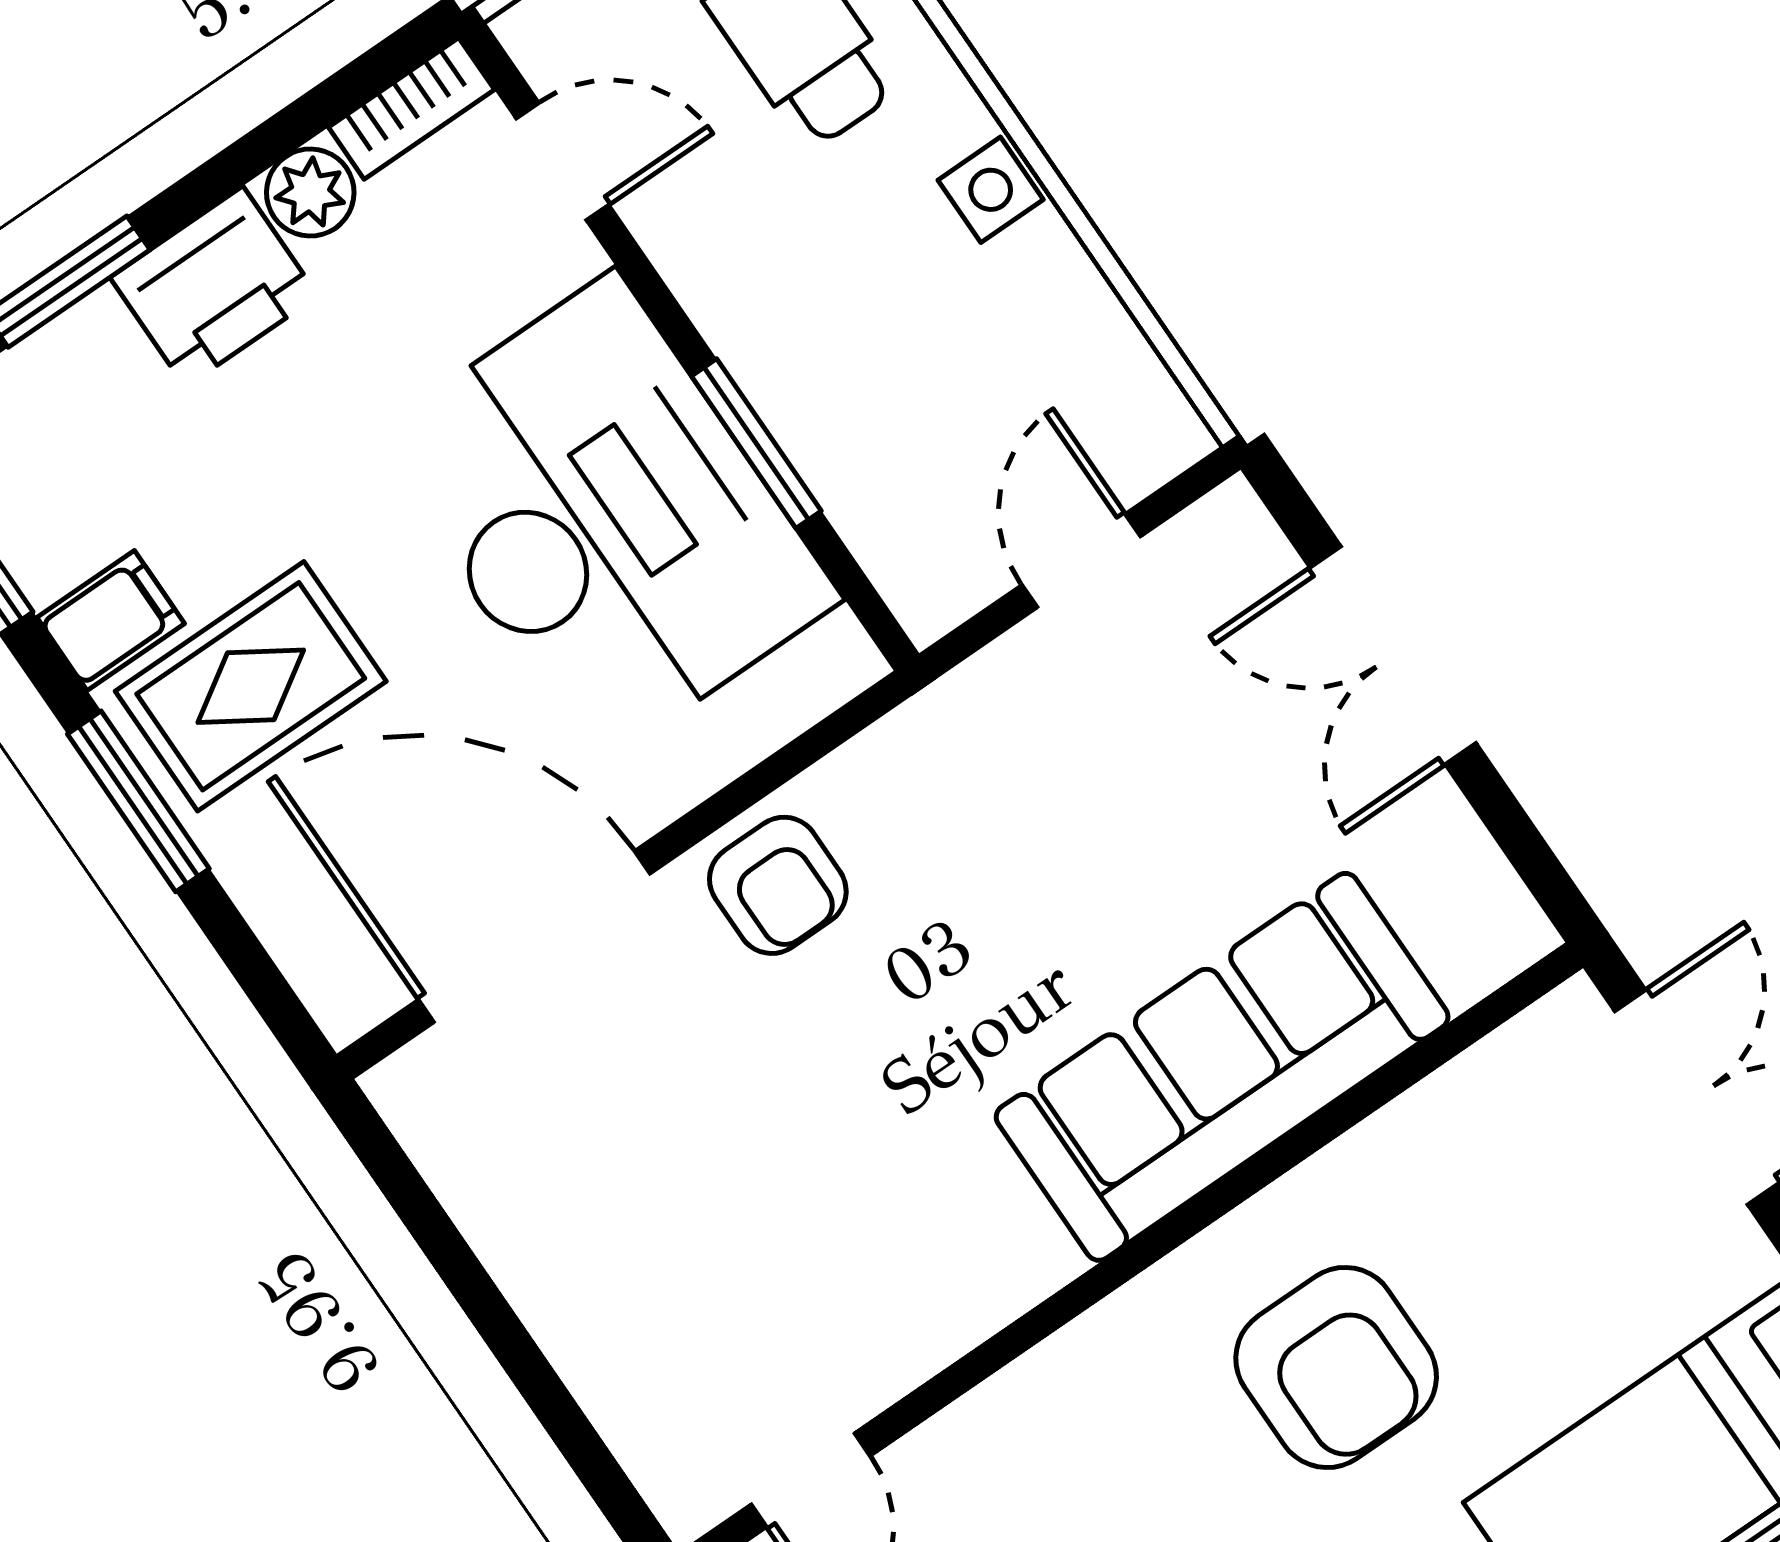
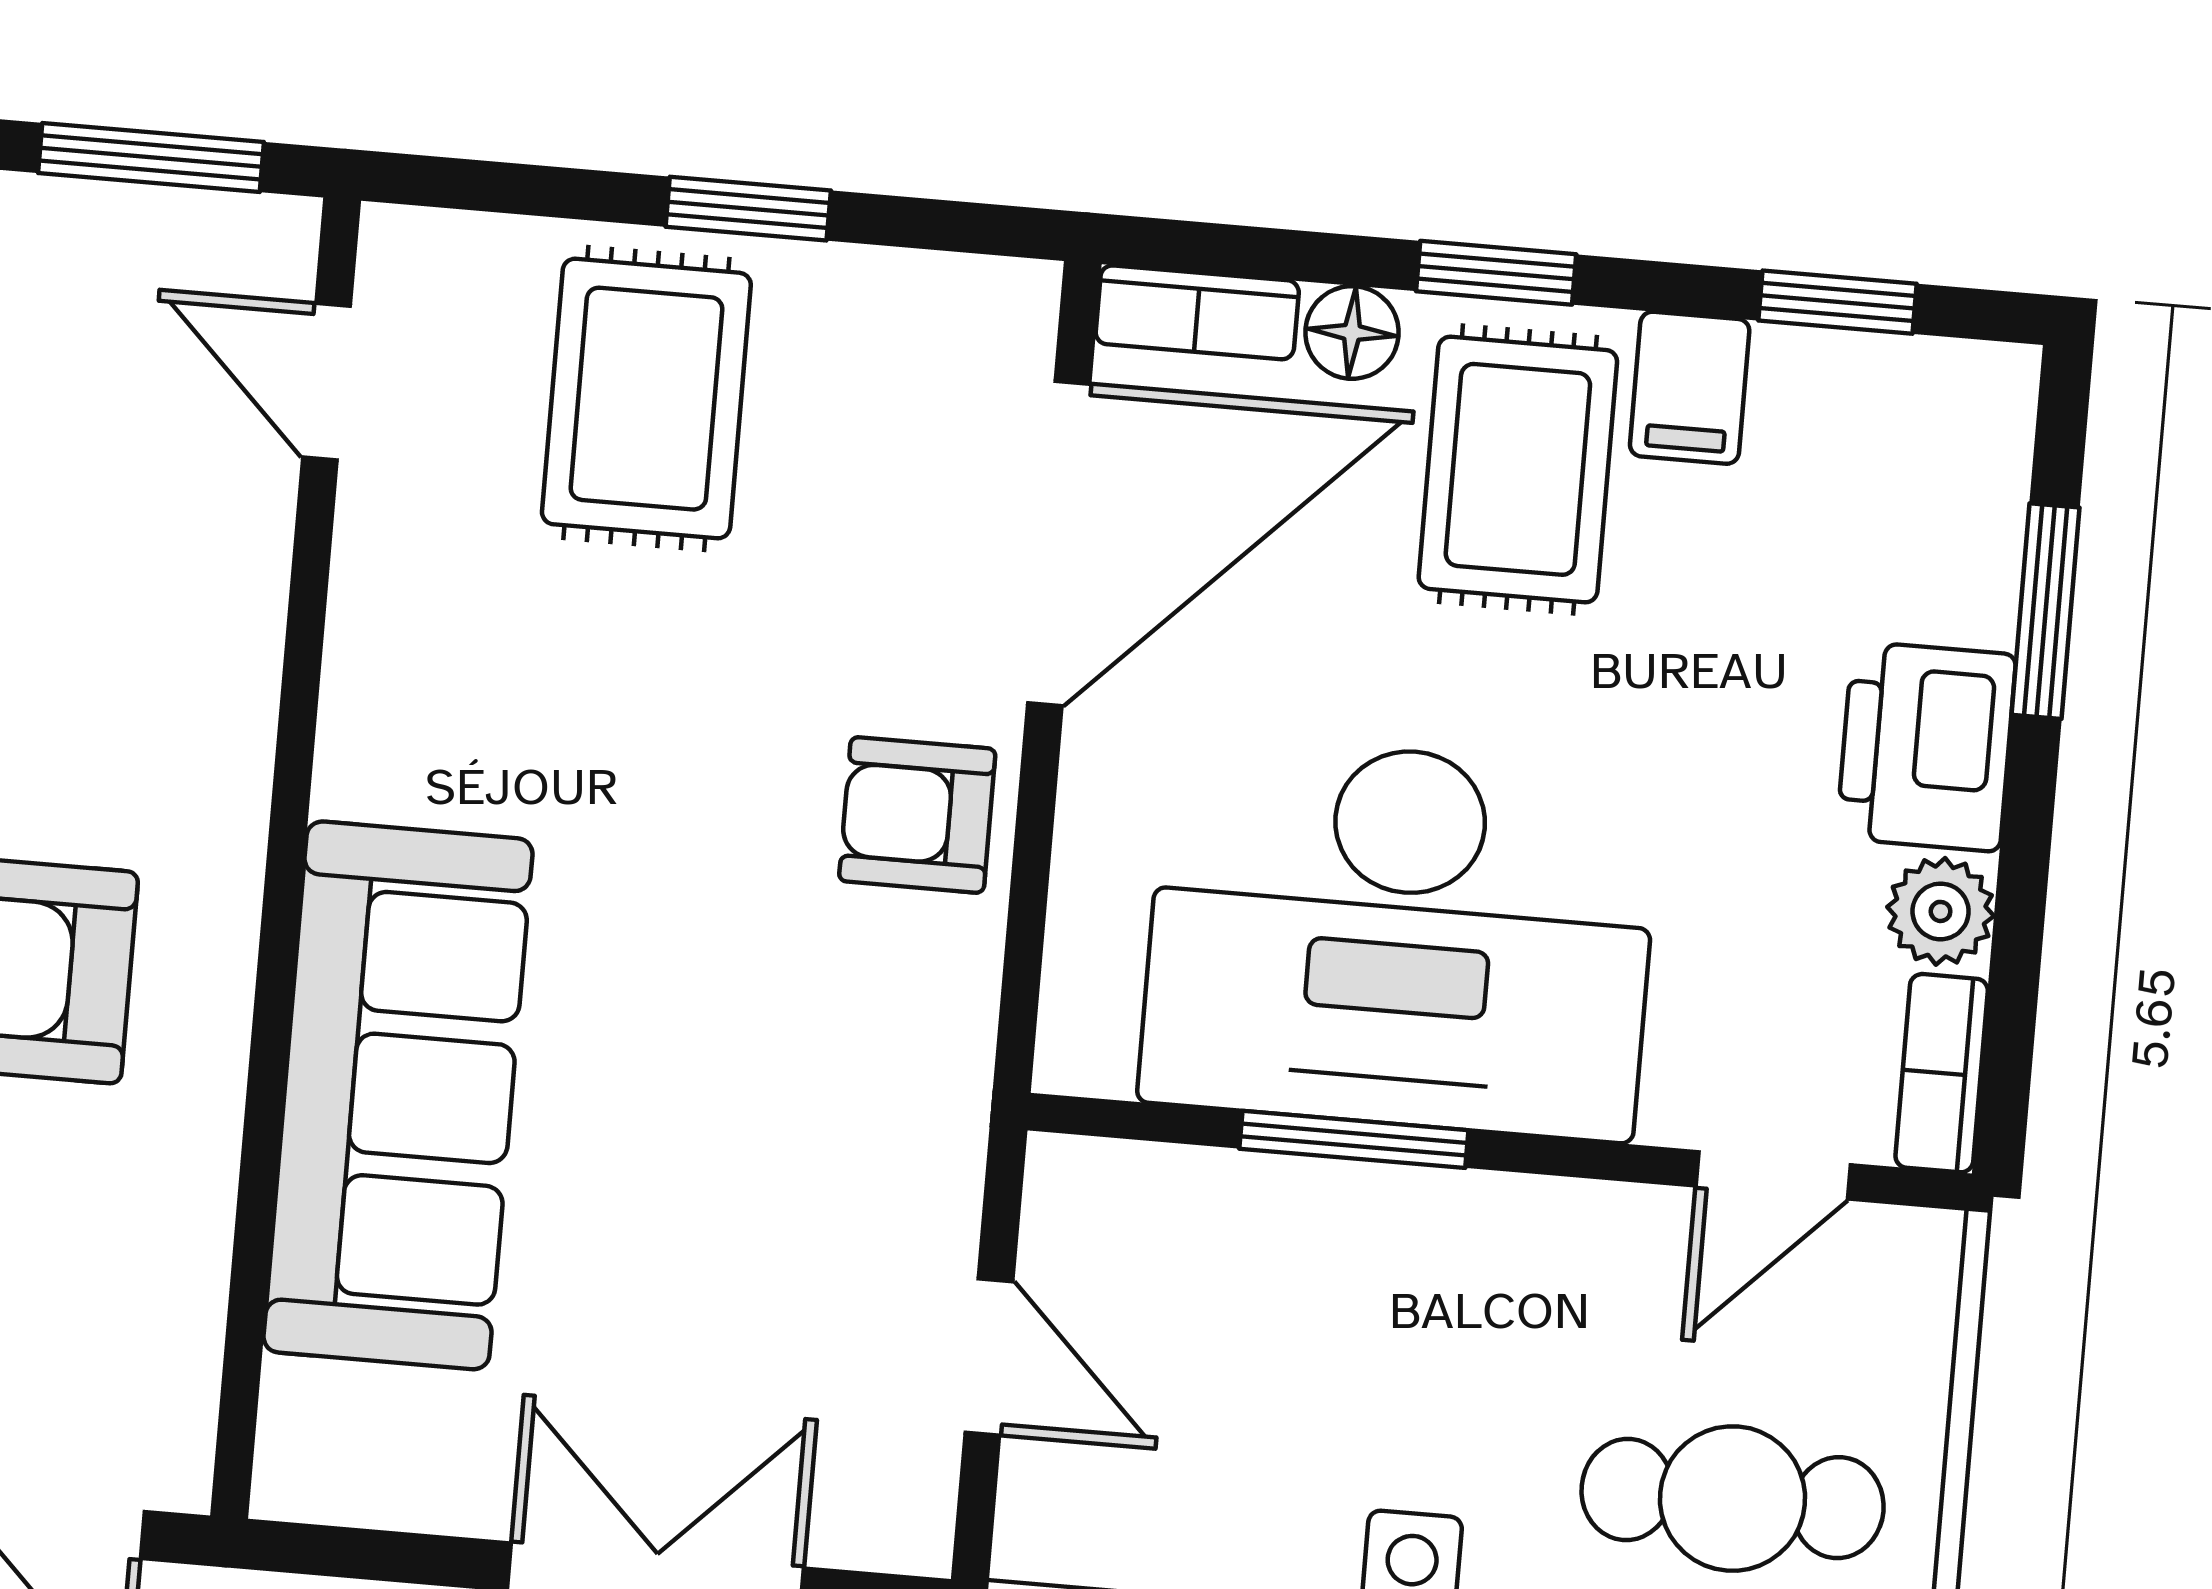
window: (138, 801) -> (1496, 273), width x0.67
floor lamp: (250, 861) -> (1352, 332), added
bookcase: (318, 969) -> (1197, 312), added
rug: (656, 1270) -> (646, 399), added
window: (484, 1304) -> (748, 209), added

